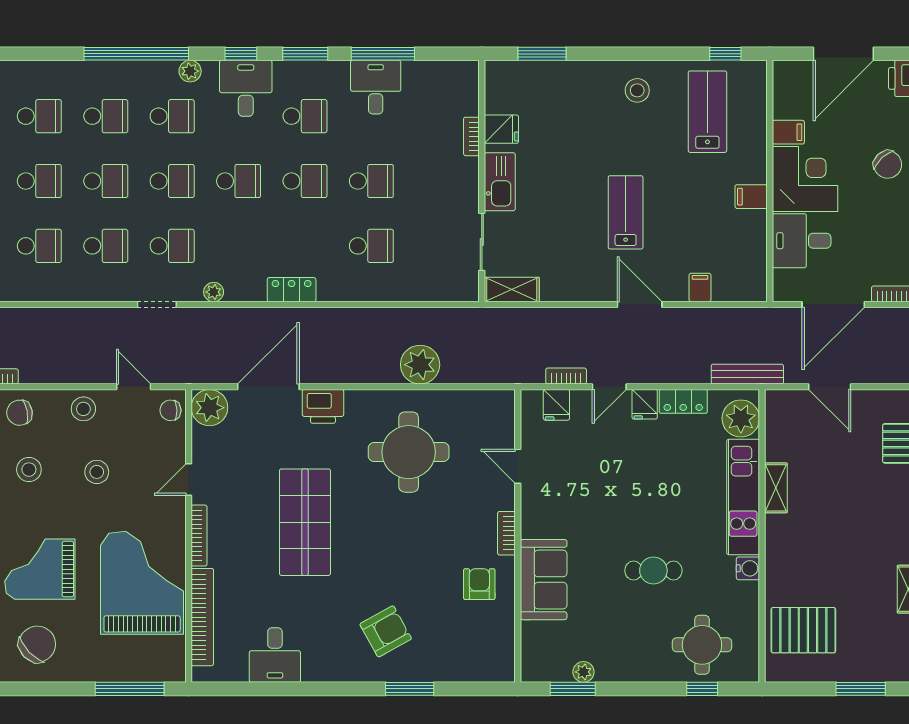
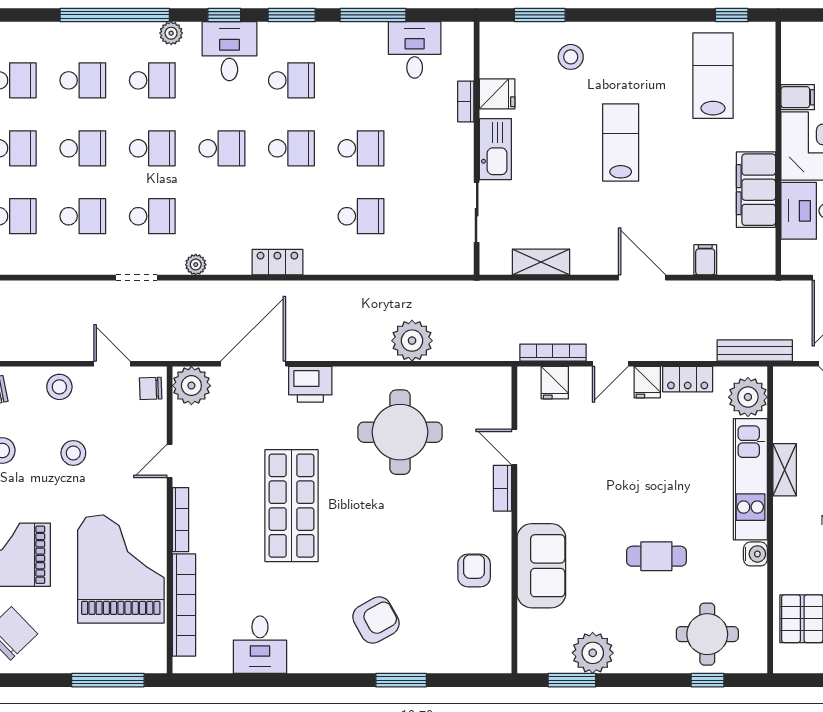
desk: (376, 87) -> (415, 50), moved
stool: (637, 90) -> (571, 57), moved
filing cabinet: (751, 197) -> (756, 190), width x3.00, depth x1.17
lab bench: (626, 212) -> (621, 142), moved
shelving: (512, 290) -> (541, 262), moved
bookcase: (566, 376) -> (553, 353), width x1.56
bookcase: (506, 533) -> (502, 488), moved
plant: (583, 672) -> (593, 653), width x1.87, depth x1.87

